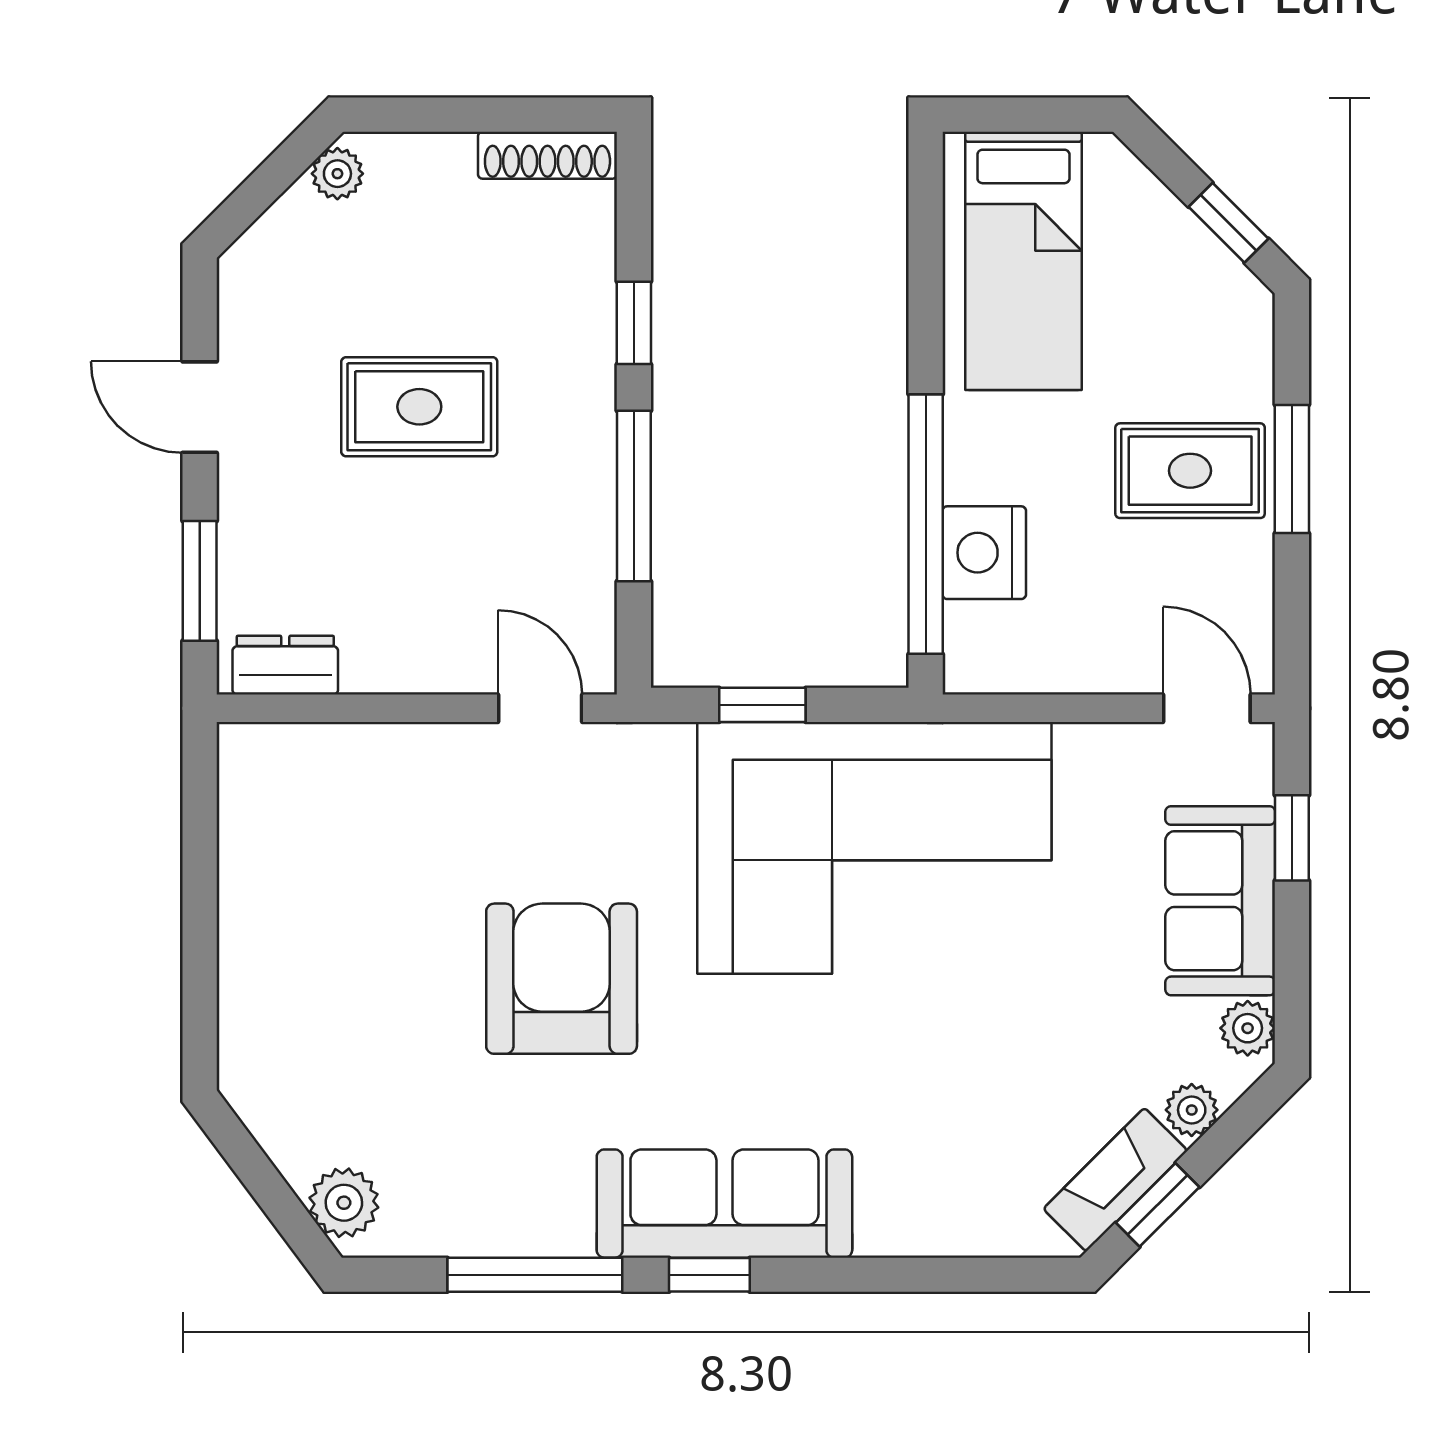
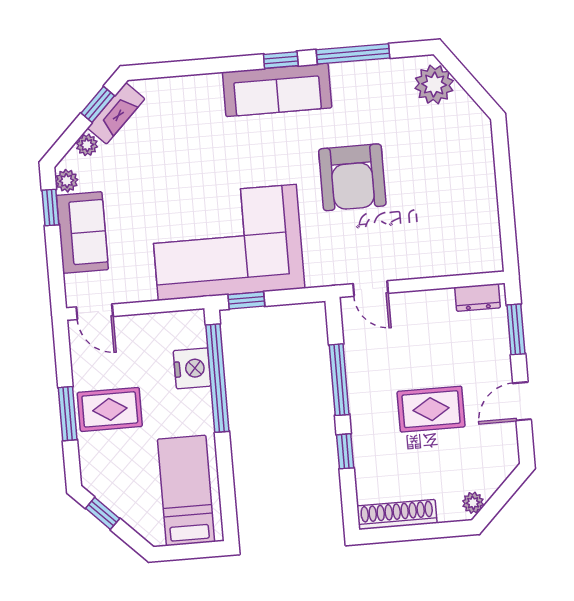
shoe rack: (547, 155) -> (397, 515), width x1.36, depth x1.24
door: (200, 407) -> (522, 401), swing flipped
window: (762, 705) -> (246, 300), moved
window: (1292, 838) -> (50, 207), moved
plant: (344, 1203) -> (434, 84), width x1.36, depth x1.36

